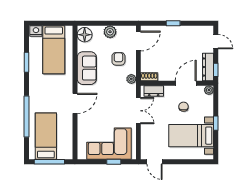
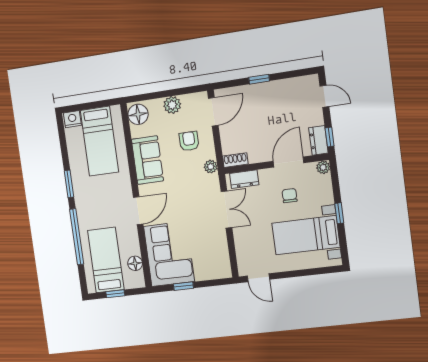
window: (26, 62) -> (69, 184), moved
dresser: (208, 67) -> (318, 140), width x0.70
floor lamp: (67, 141) -> (135, 263), added
corner sofa: (109, 144) -> (169, 254), moved, turned 90
window: (49, 162) -> (115, 294), width x0.46
window: (114, 162) -> (183, 286), moved

